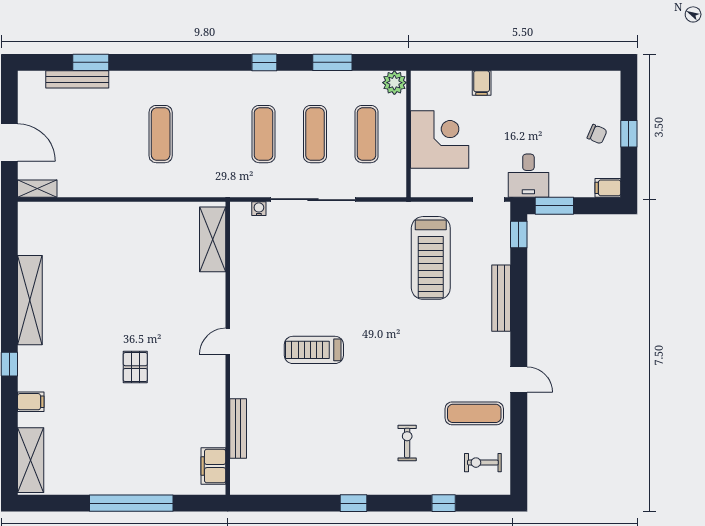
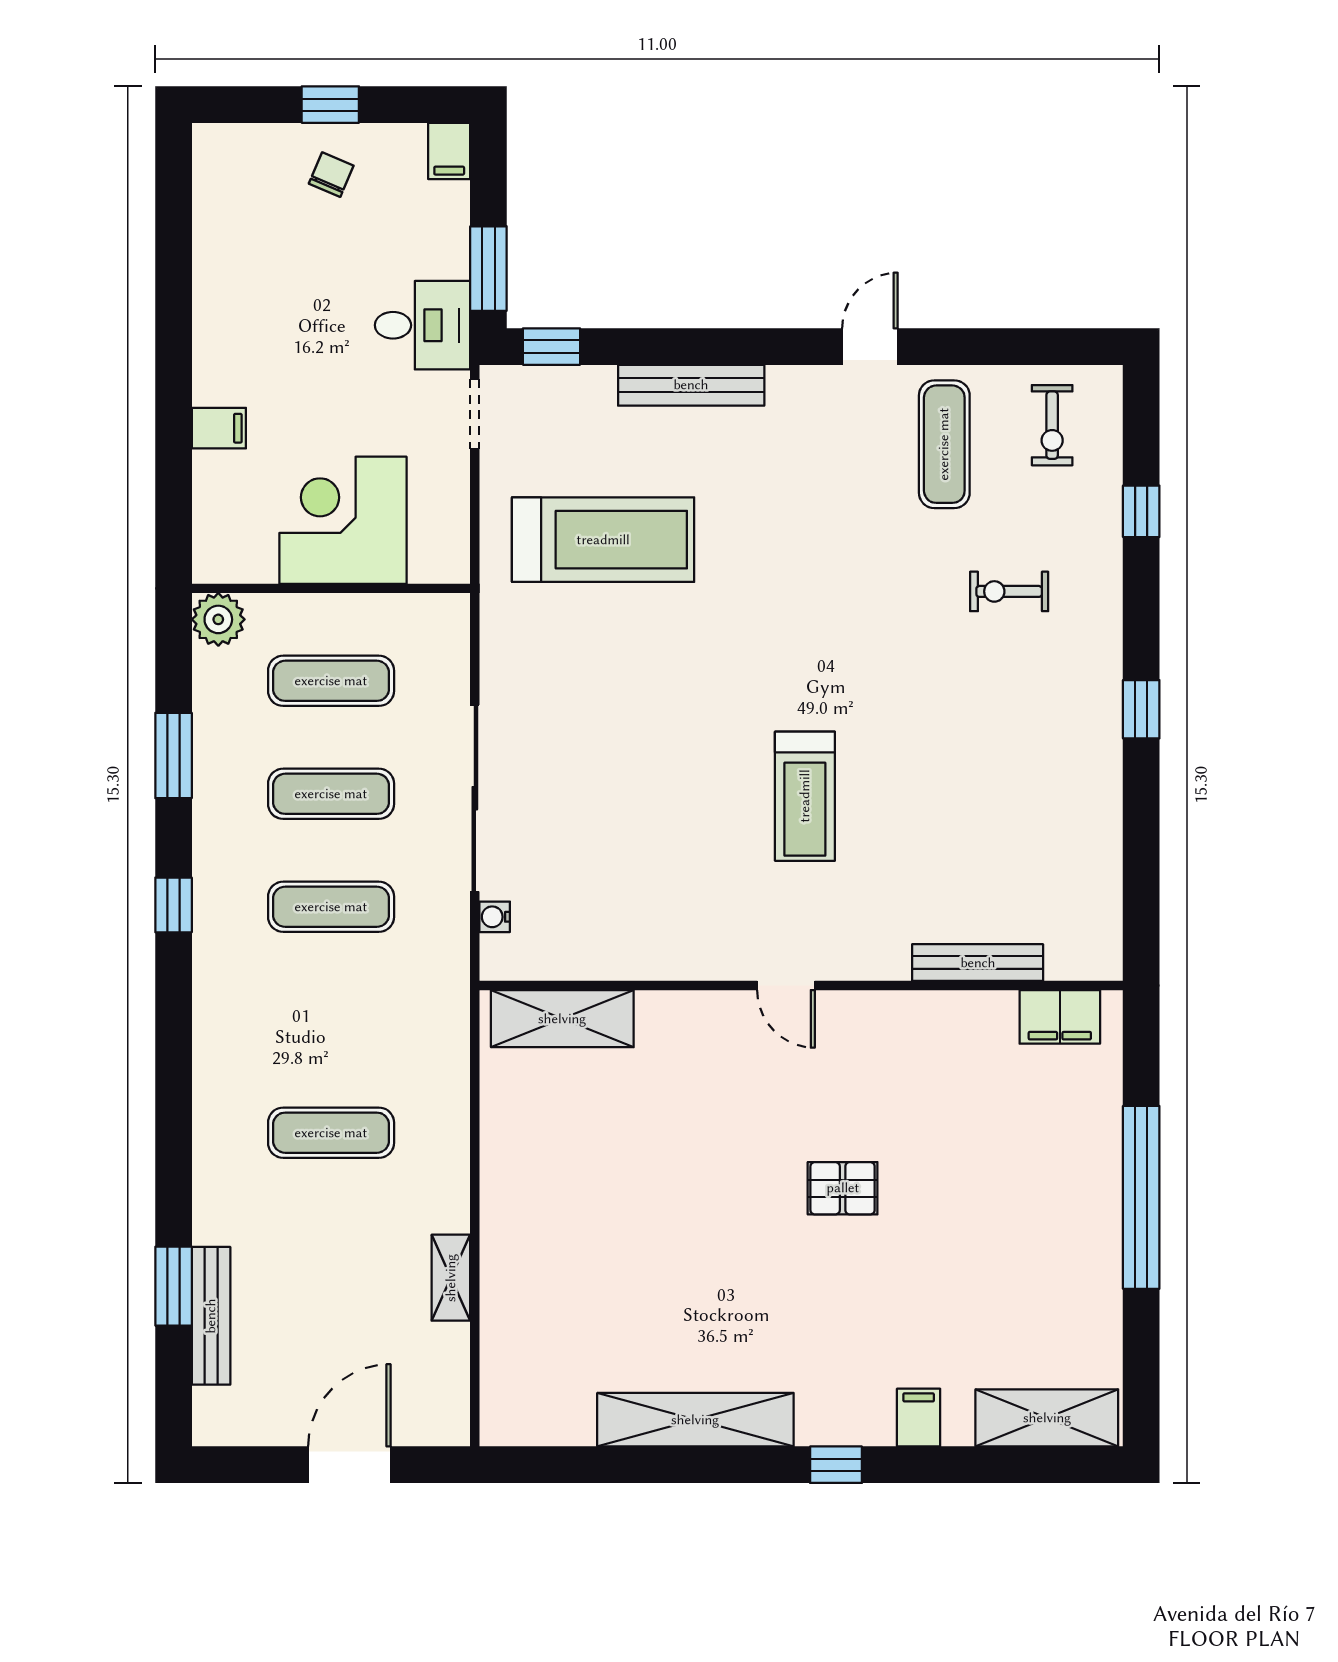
shelving: (37, 189) -> (451, 1278), moved

